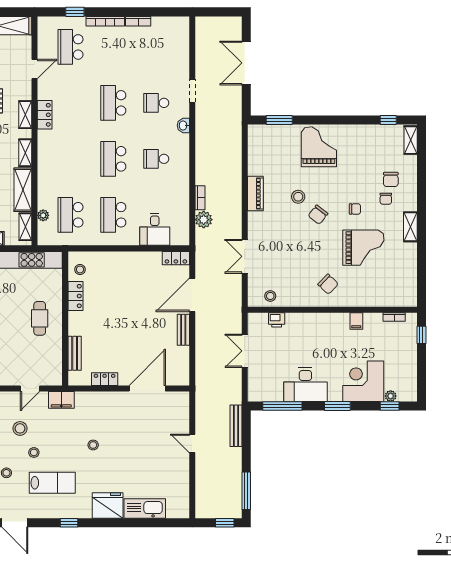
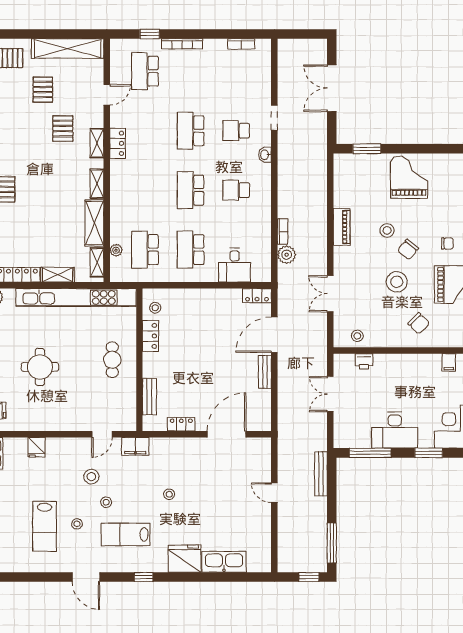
bookcase: (138, 21) -> (241, 44), moved
stool: (307, 245) -> (397, 282), added
lab bench: (52, 483) -> (126, 534), turned 180

